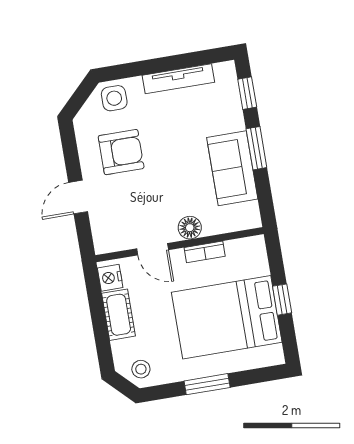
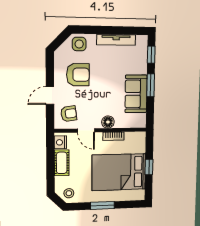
armchair: (116, 224) -> (69, 114), added

